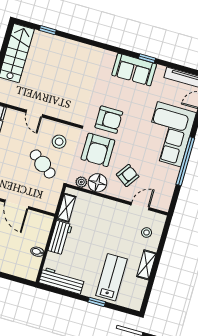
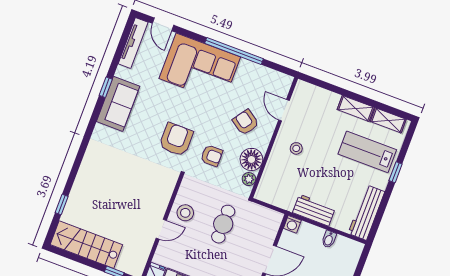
stool: (59, 142) -> (185, 213), moved
armchair: (98, 150) -> (212, 156), width x0.53, depth x0.53
cafe table: (43, 164) -> (223, 224), turned -36
shelving: (66, 208) -> (388, 120), moved
washing machine: (47, 221) -> (292, 224), added
stool: (147, 233) -> (296, 148), moved

